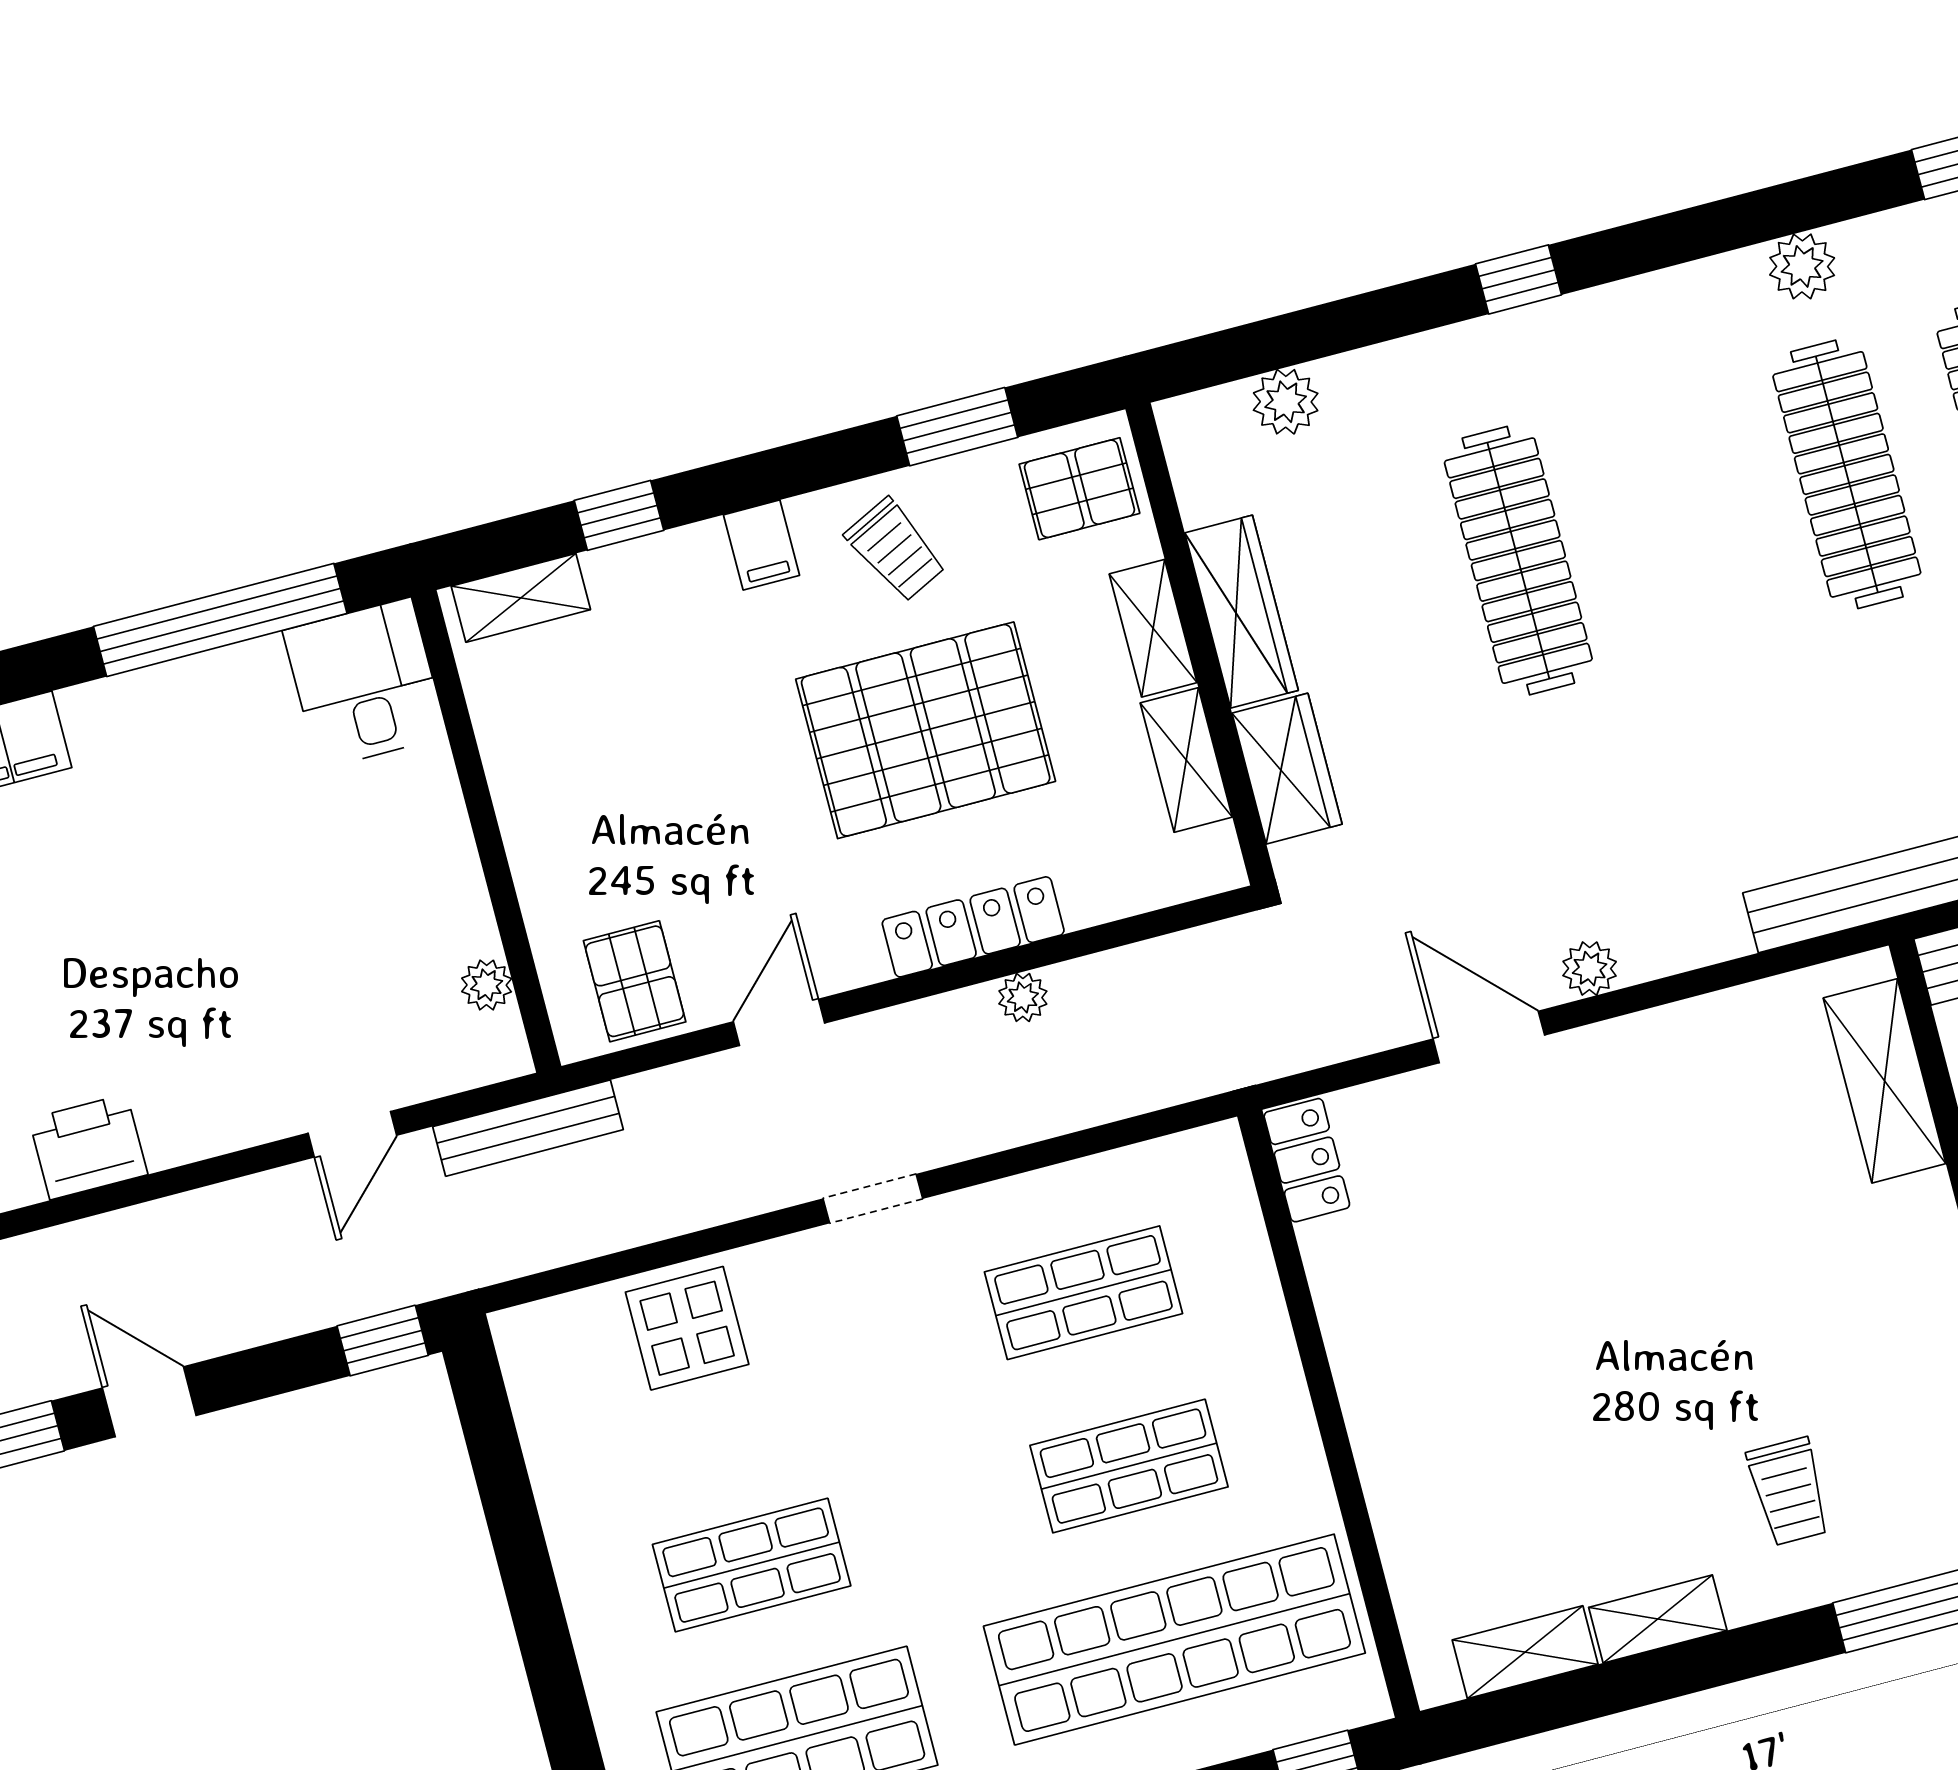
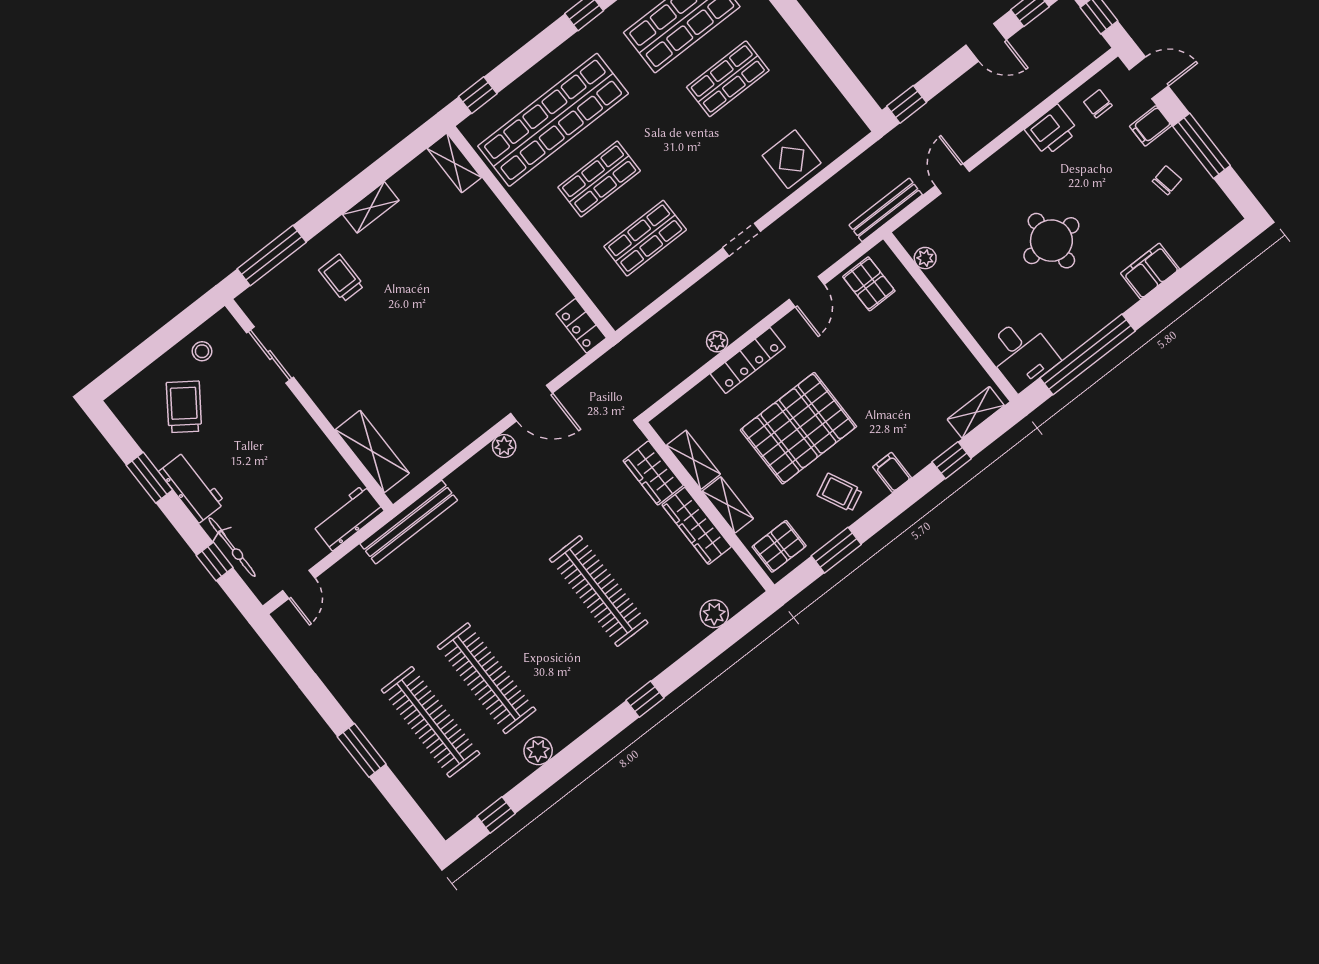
round table: (193, 904) -> (1051, 241), added
shelving: (1525, 1652) -> (454, 163), moved, turned 90

